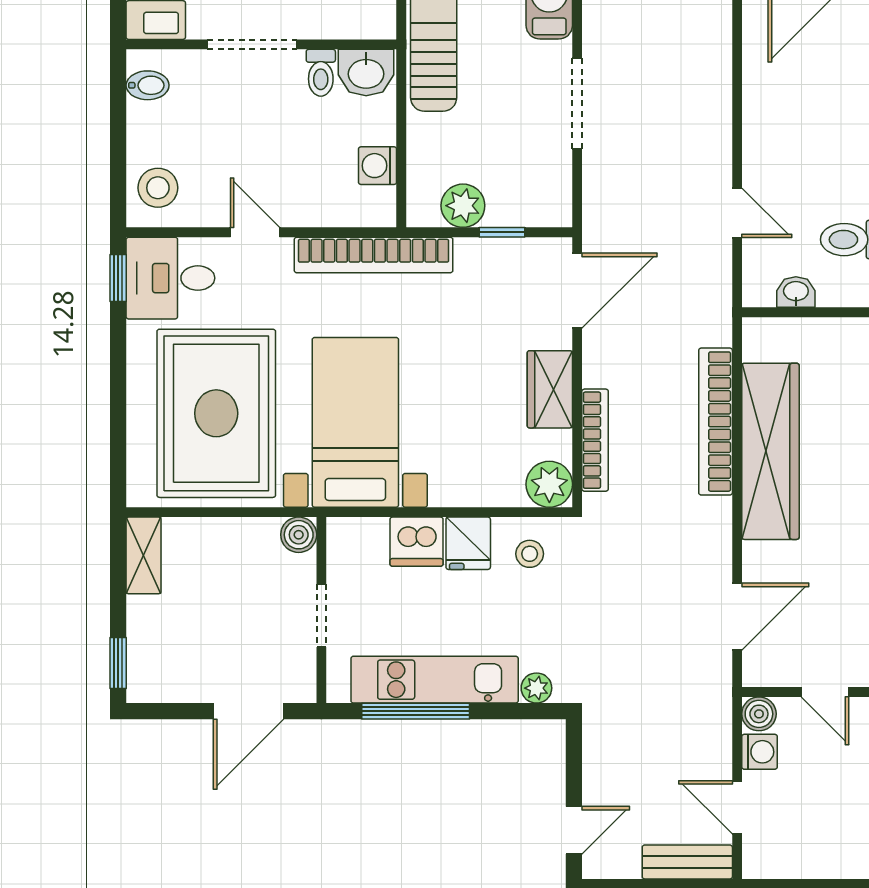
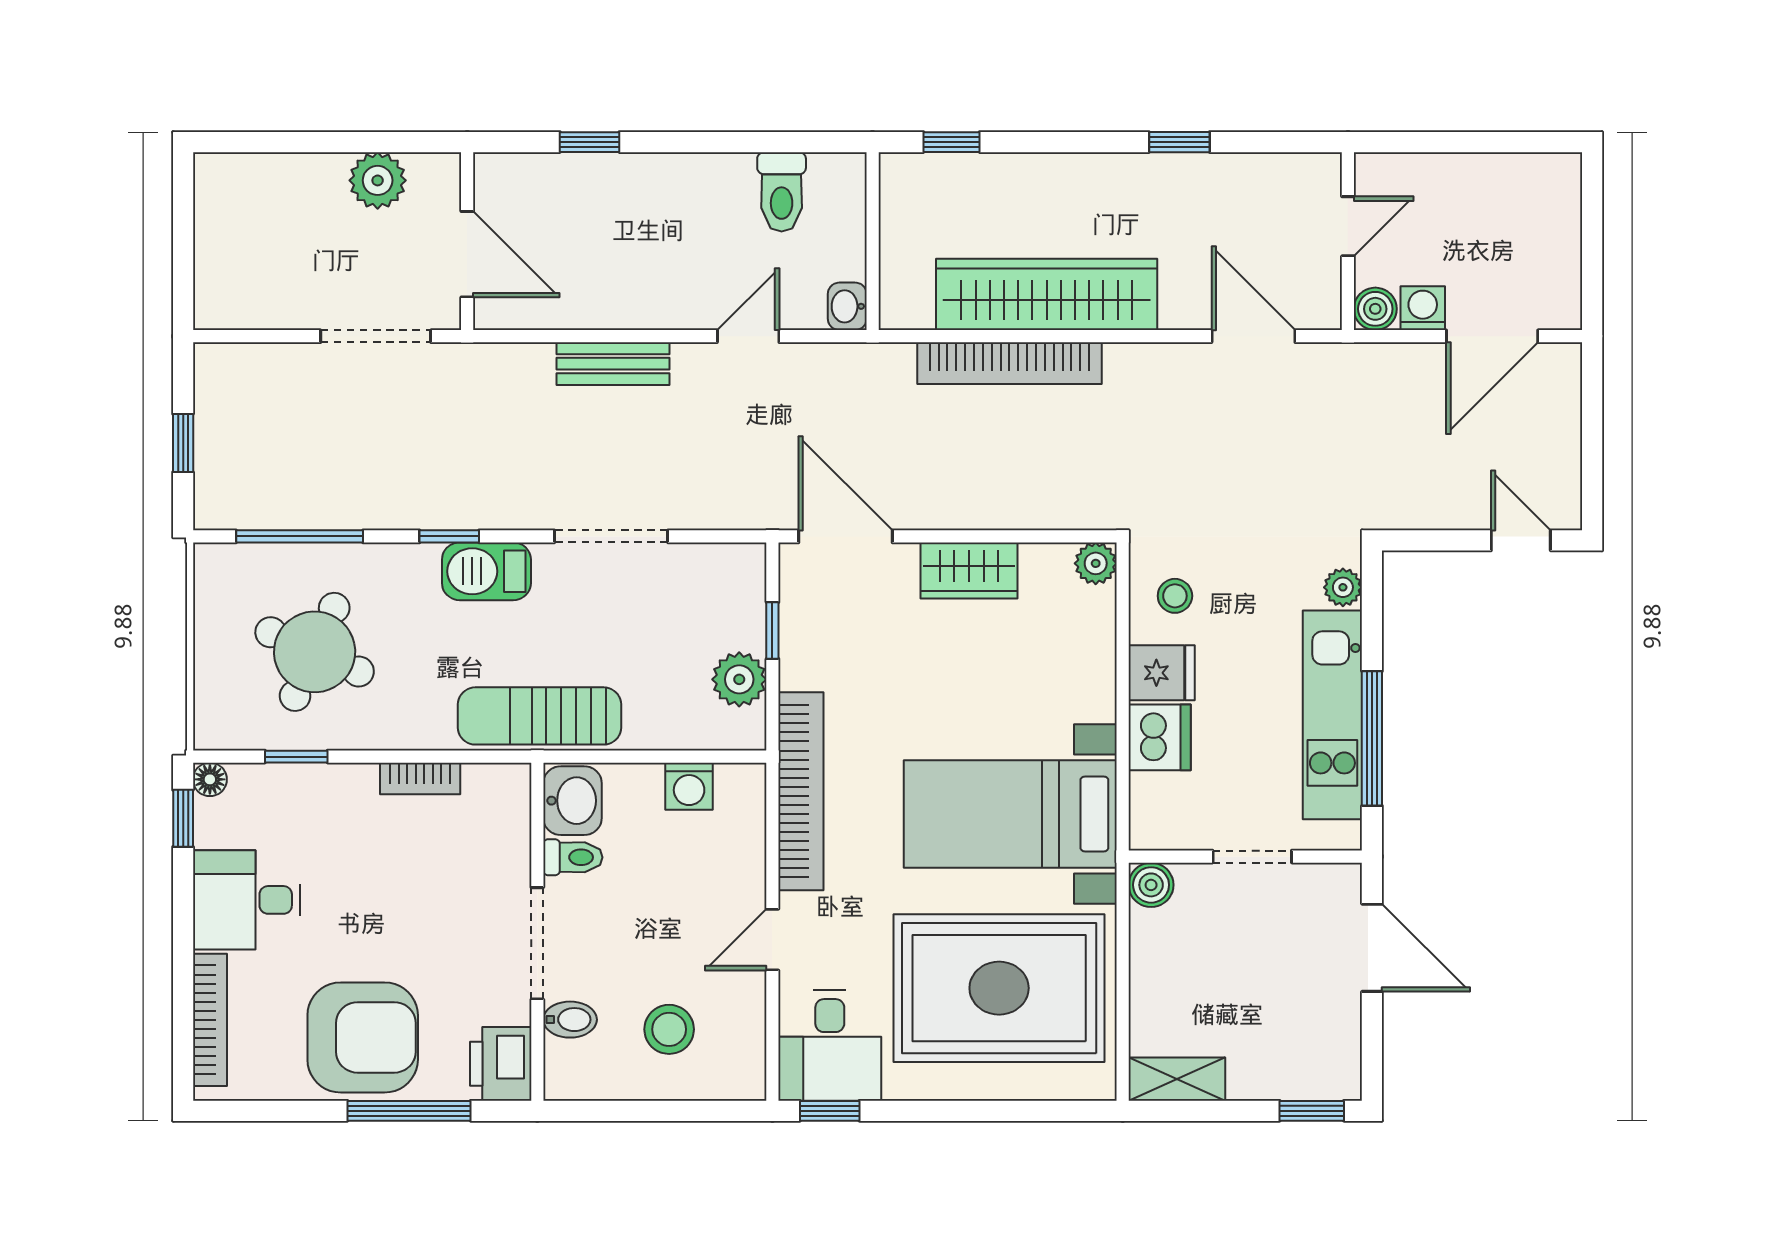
bidet: (148, 85) -> (570, 1020), moved, turned 90
stool: (158, 188) -> (669, 1029), moved
washbasin: (796, 292) -> (847, 306), moved
bookcase: (595, 440) -> (1033, 514), removed
plant: (549, 484) -> (1096, 563), width x0.73, depth x0.73
door: (737, 807) -> (1492, 336), width x1.38
bench: (687, 862) -> (613, 364), moved, turned 90

